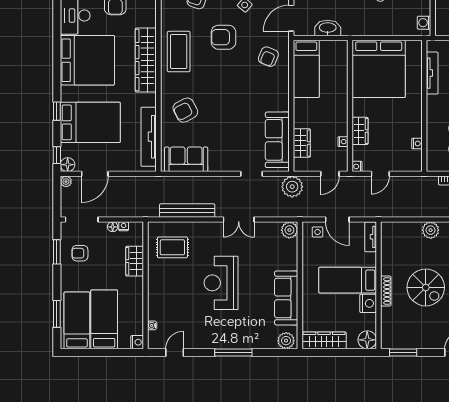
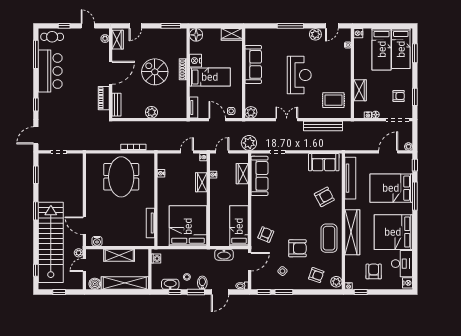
window: (57, 111) -> (415, 196), width x2.17
floor lamp: (68, 165) -> (407, 158), removed
wardrobe: (324, 340) -> (232, 34), width x0.67
plant: (286, 341) -> (315, 34), moved

